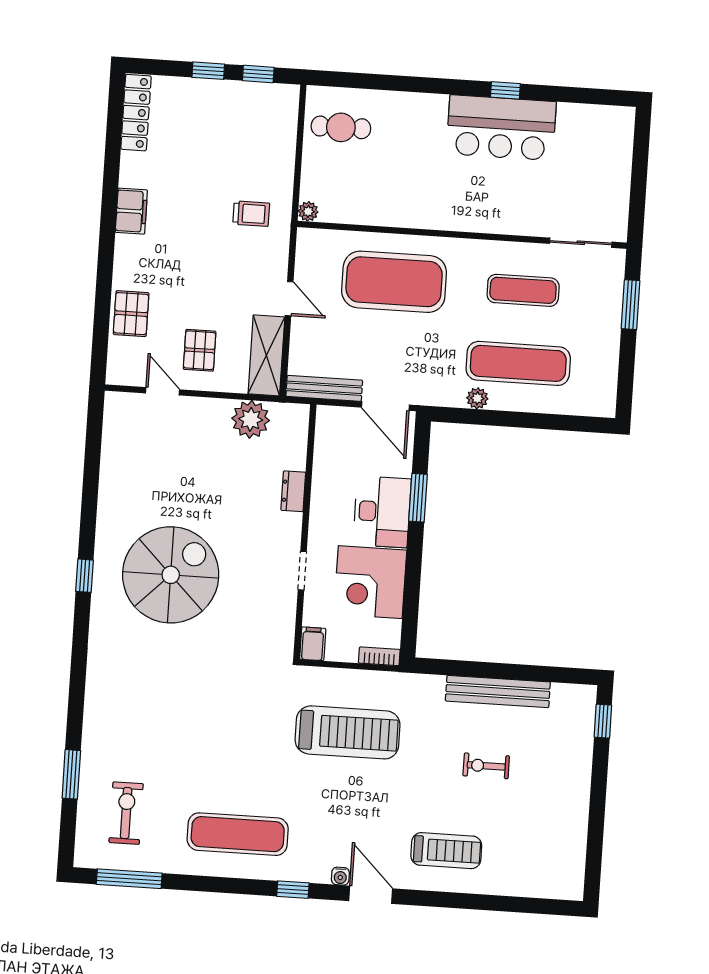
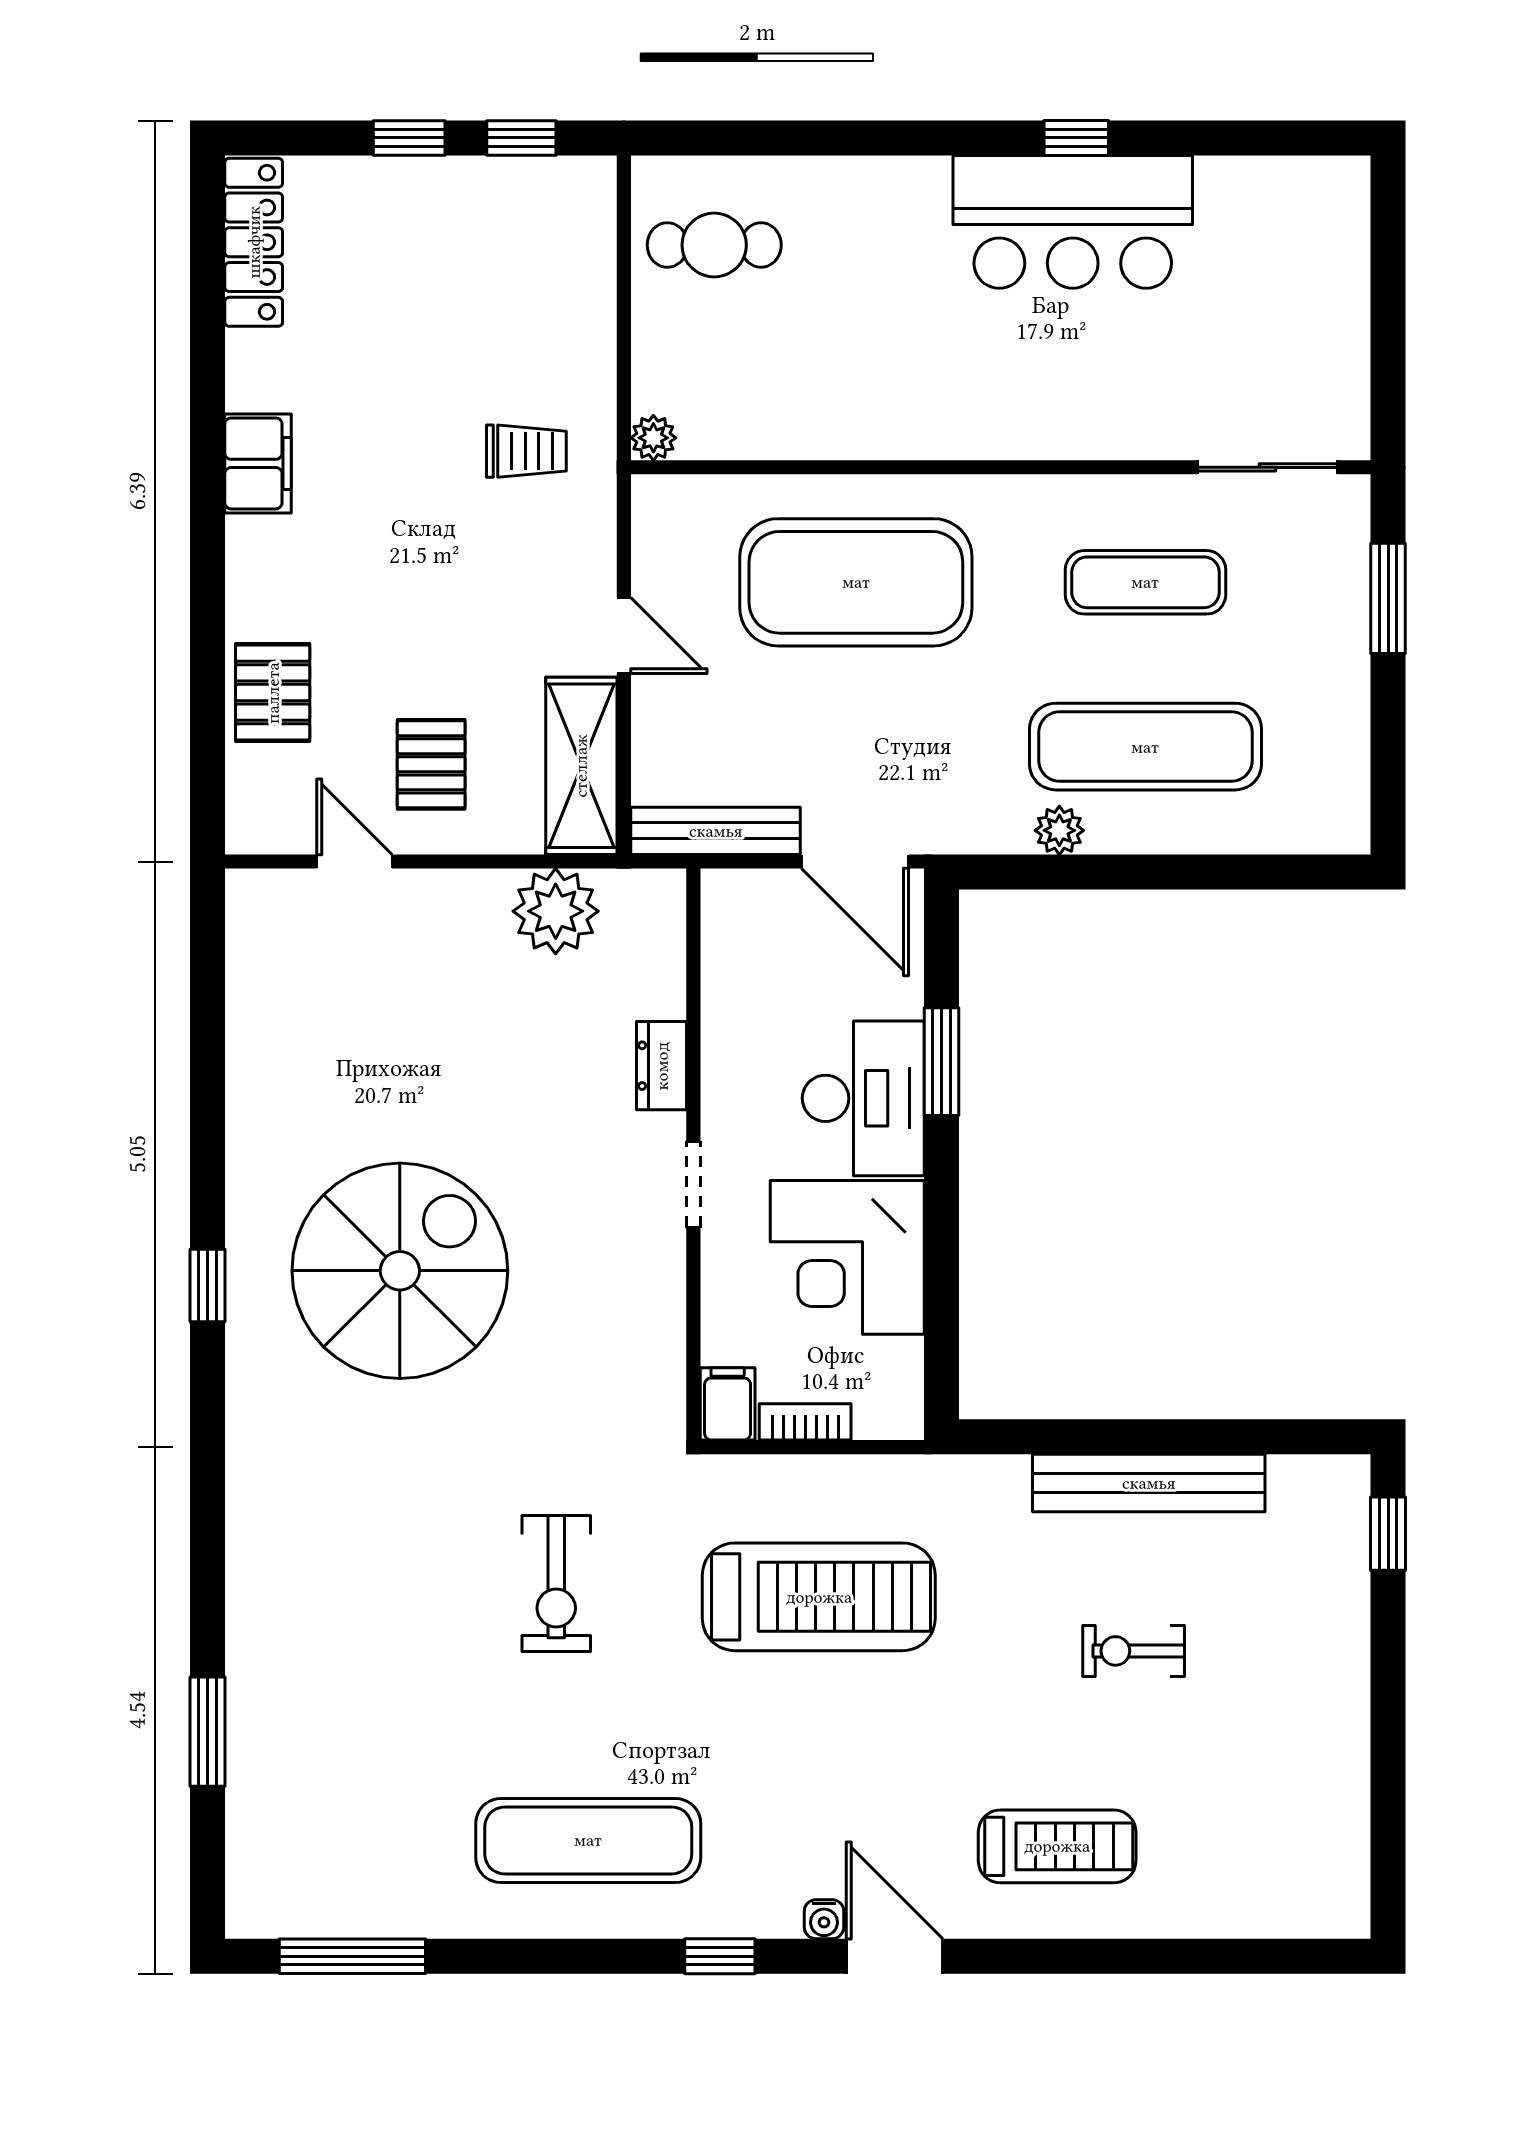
doorway: (302, 571) -> (693, 1184), moved
bookcase: (379, 656) -> (805, 1422), moved
exercise bike: (126, 813) -> (556, 1583), moved, turned 180

